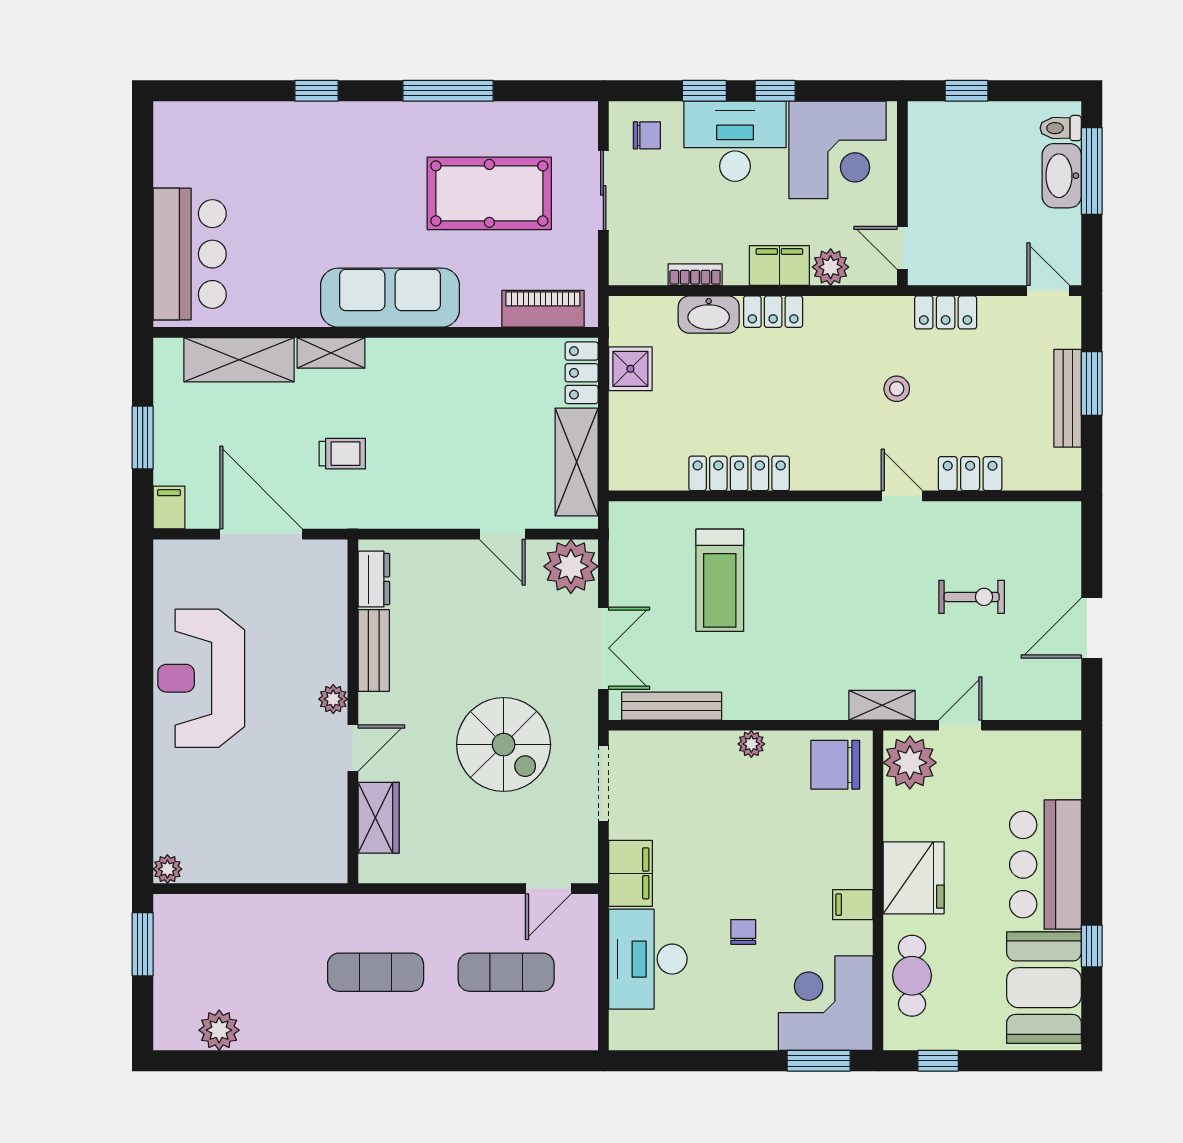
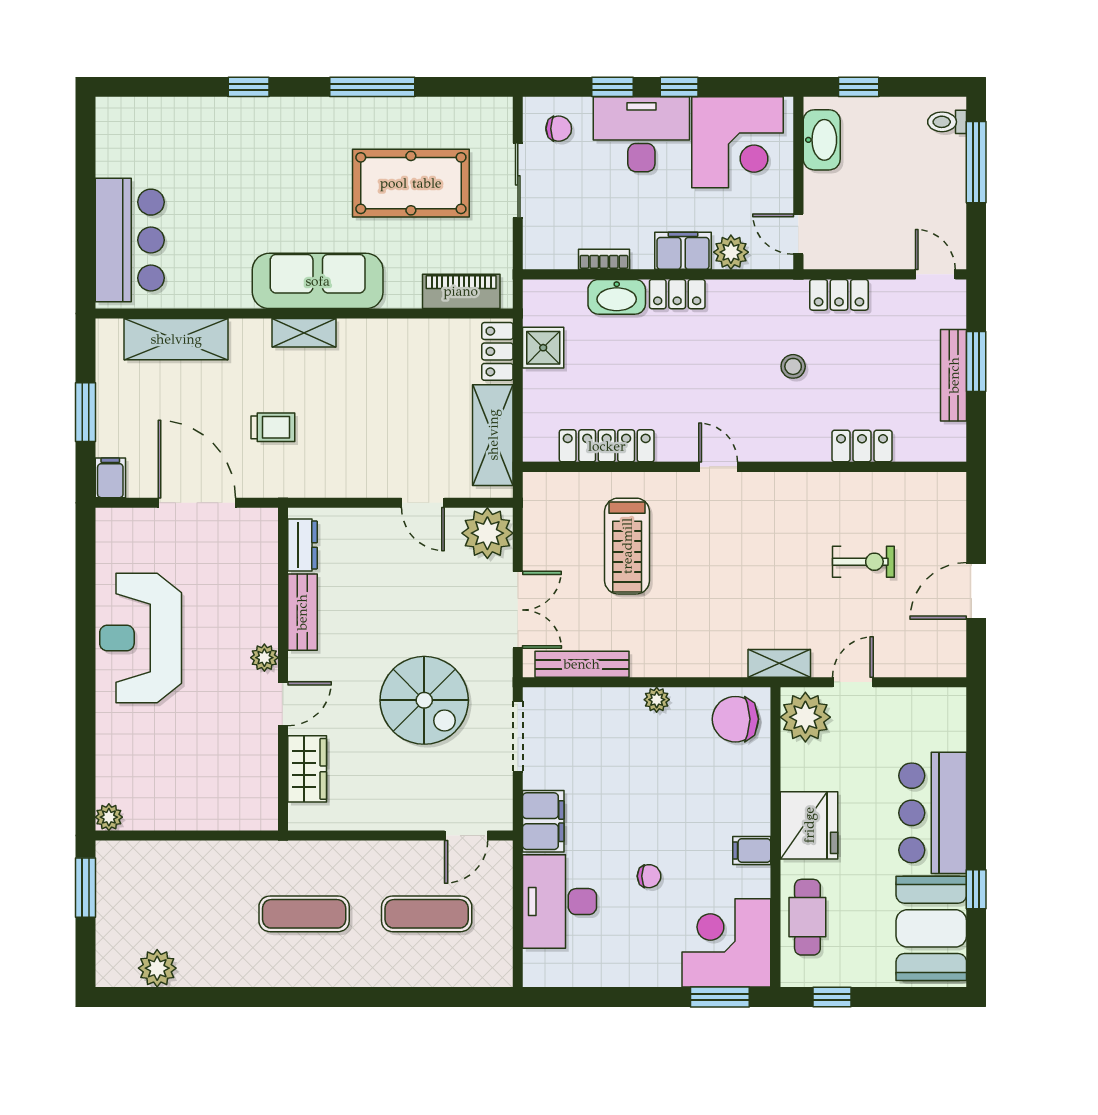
washbasin: (1062, 176) -> (822, 140), moved, turned 180
shelving: (331, 353) -> (304, 333), moved
locker: (739, 473) -> (607, 446), moved
door: (902, 496) -> (718, 467), moved
chair: (743, 932) -> (649, 876), turned 90

